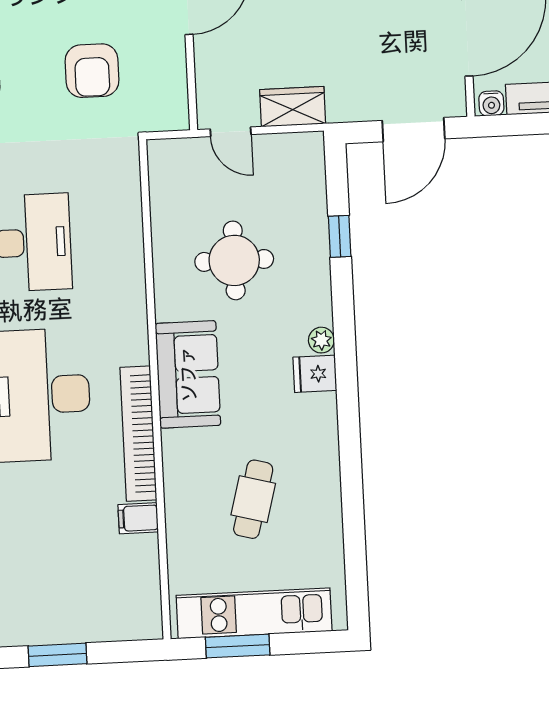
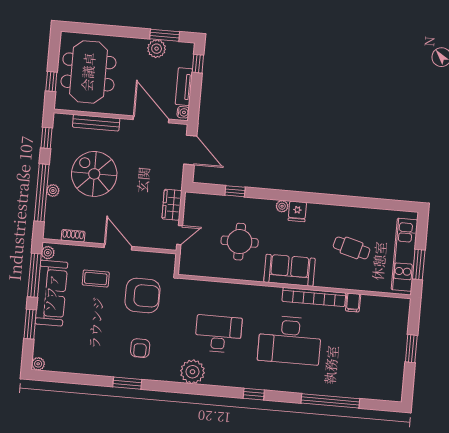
armchair: (92, 71) -> (143, 295), width x1.36, depth x1.36

